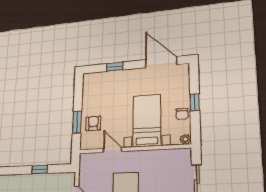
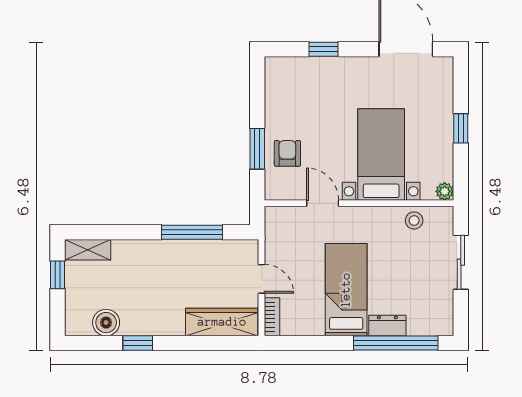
chair: (182, 114) -> (440, 147), removed
stool: (167, 157) -> (414, 220), added
window: (40, 169) -> (192, 232), width x2.17

